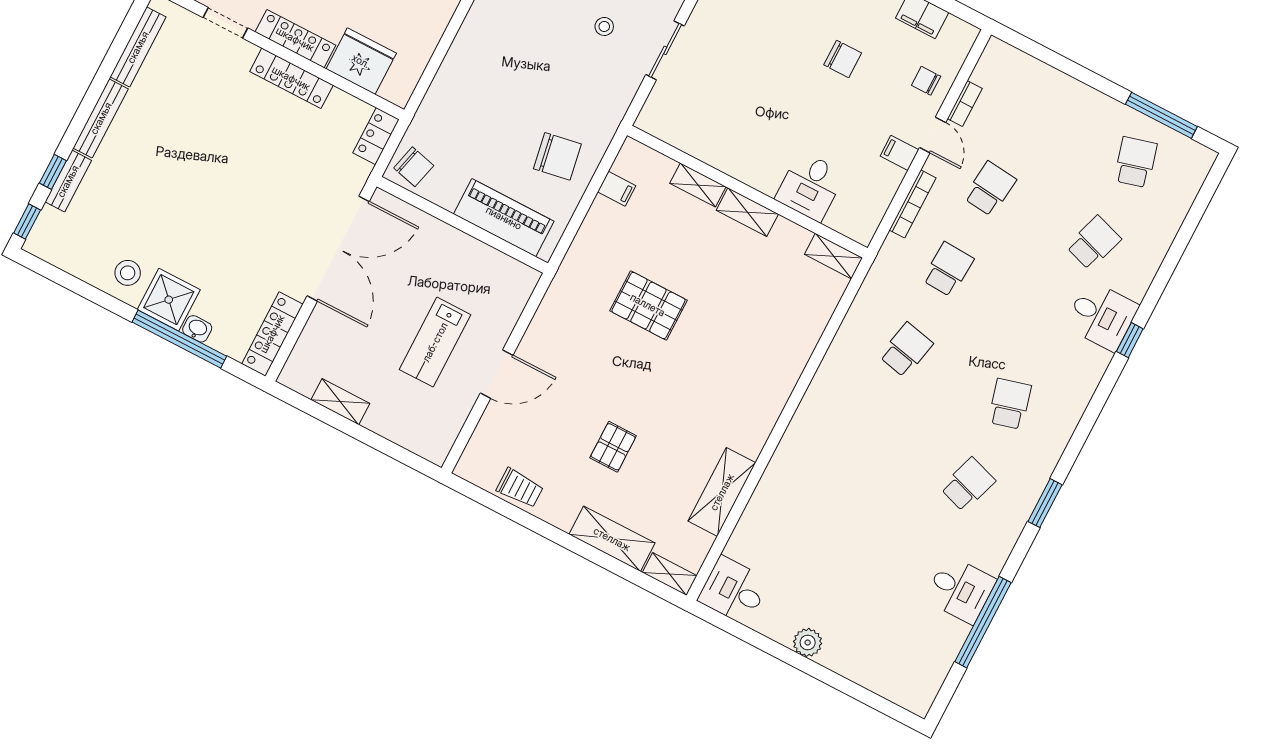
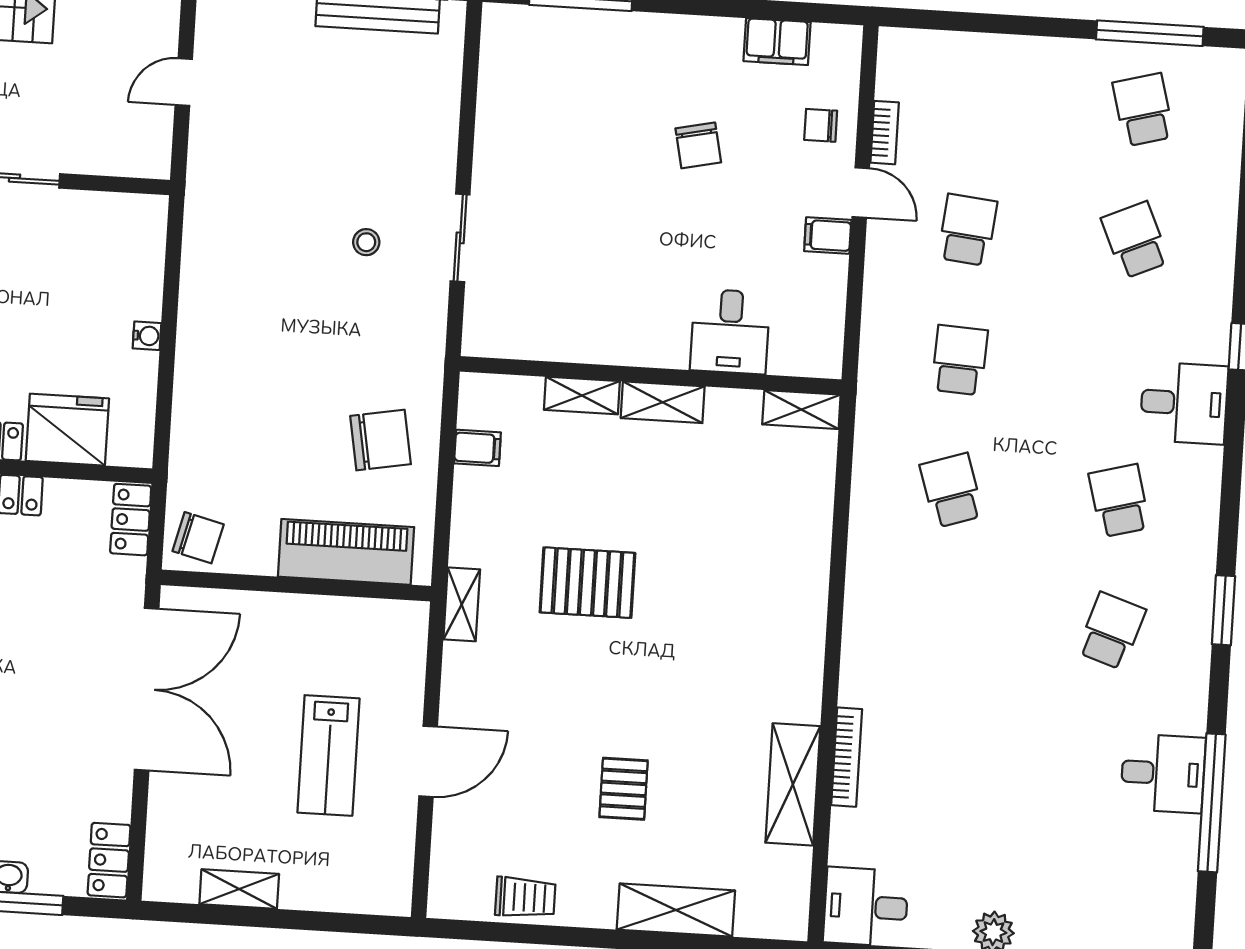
water cooler: (438, 24) -> (147, 336), added
chair: (843, 59) -> (698, 145), turned 78
bookcase: (913, 204) -> (847, 757), moved
school desk: (1094, 243) -> (1135, 240), turned -42
desk: (1102, 316) -> (1184, 403), moved
locker: (272, 334) -> (109, 860), width x0.66
school desk: (906, 350) -> (952, 490), turned -30
shelving: (670, 574) -> (462, 604), moved, turned 90

